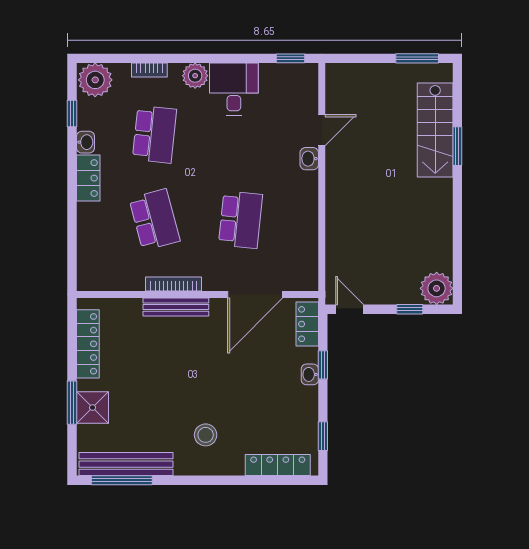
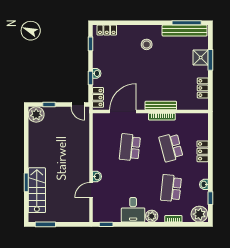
locker: (88, 178) -> (203, 151), moved
locker: (88, 344) -> (203, 88), width x0.66
locker: (278, 465) -> (107, 30), width x0.66

